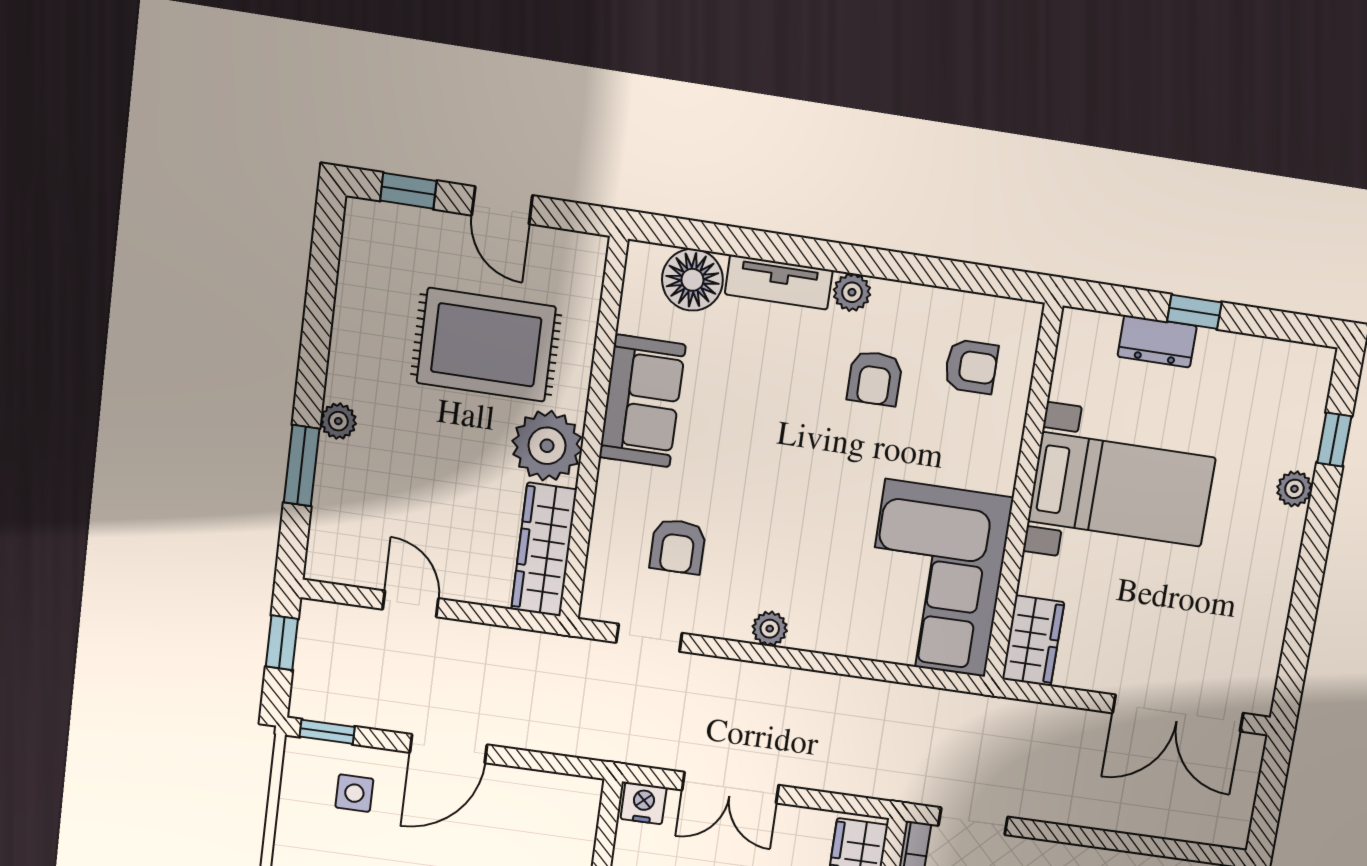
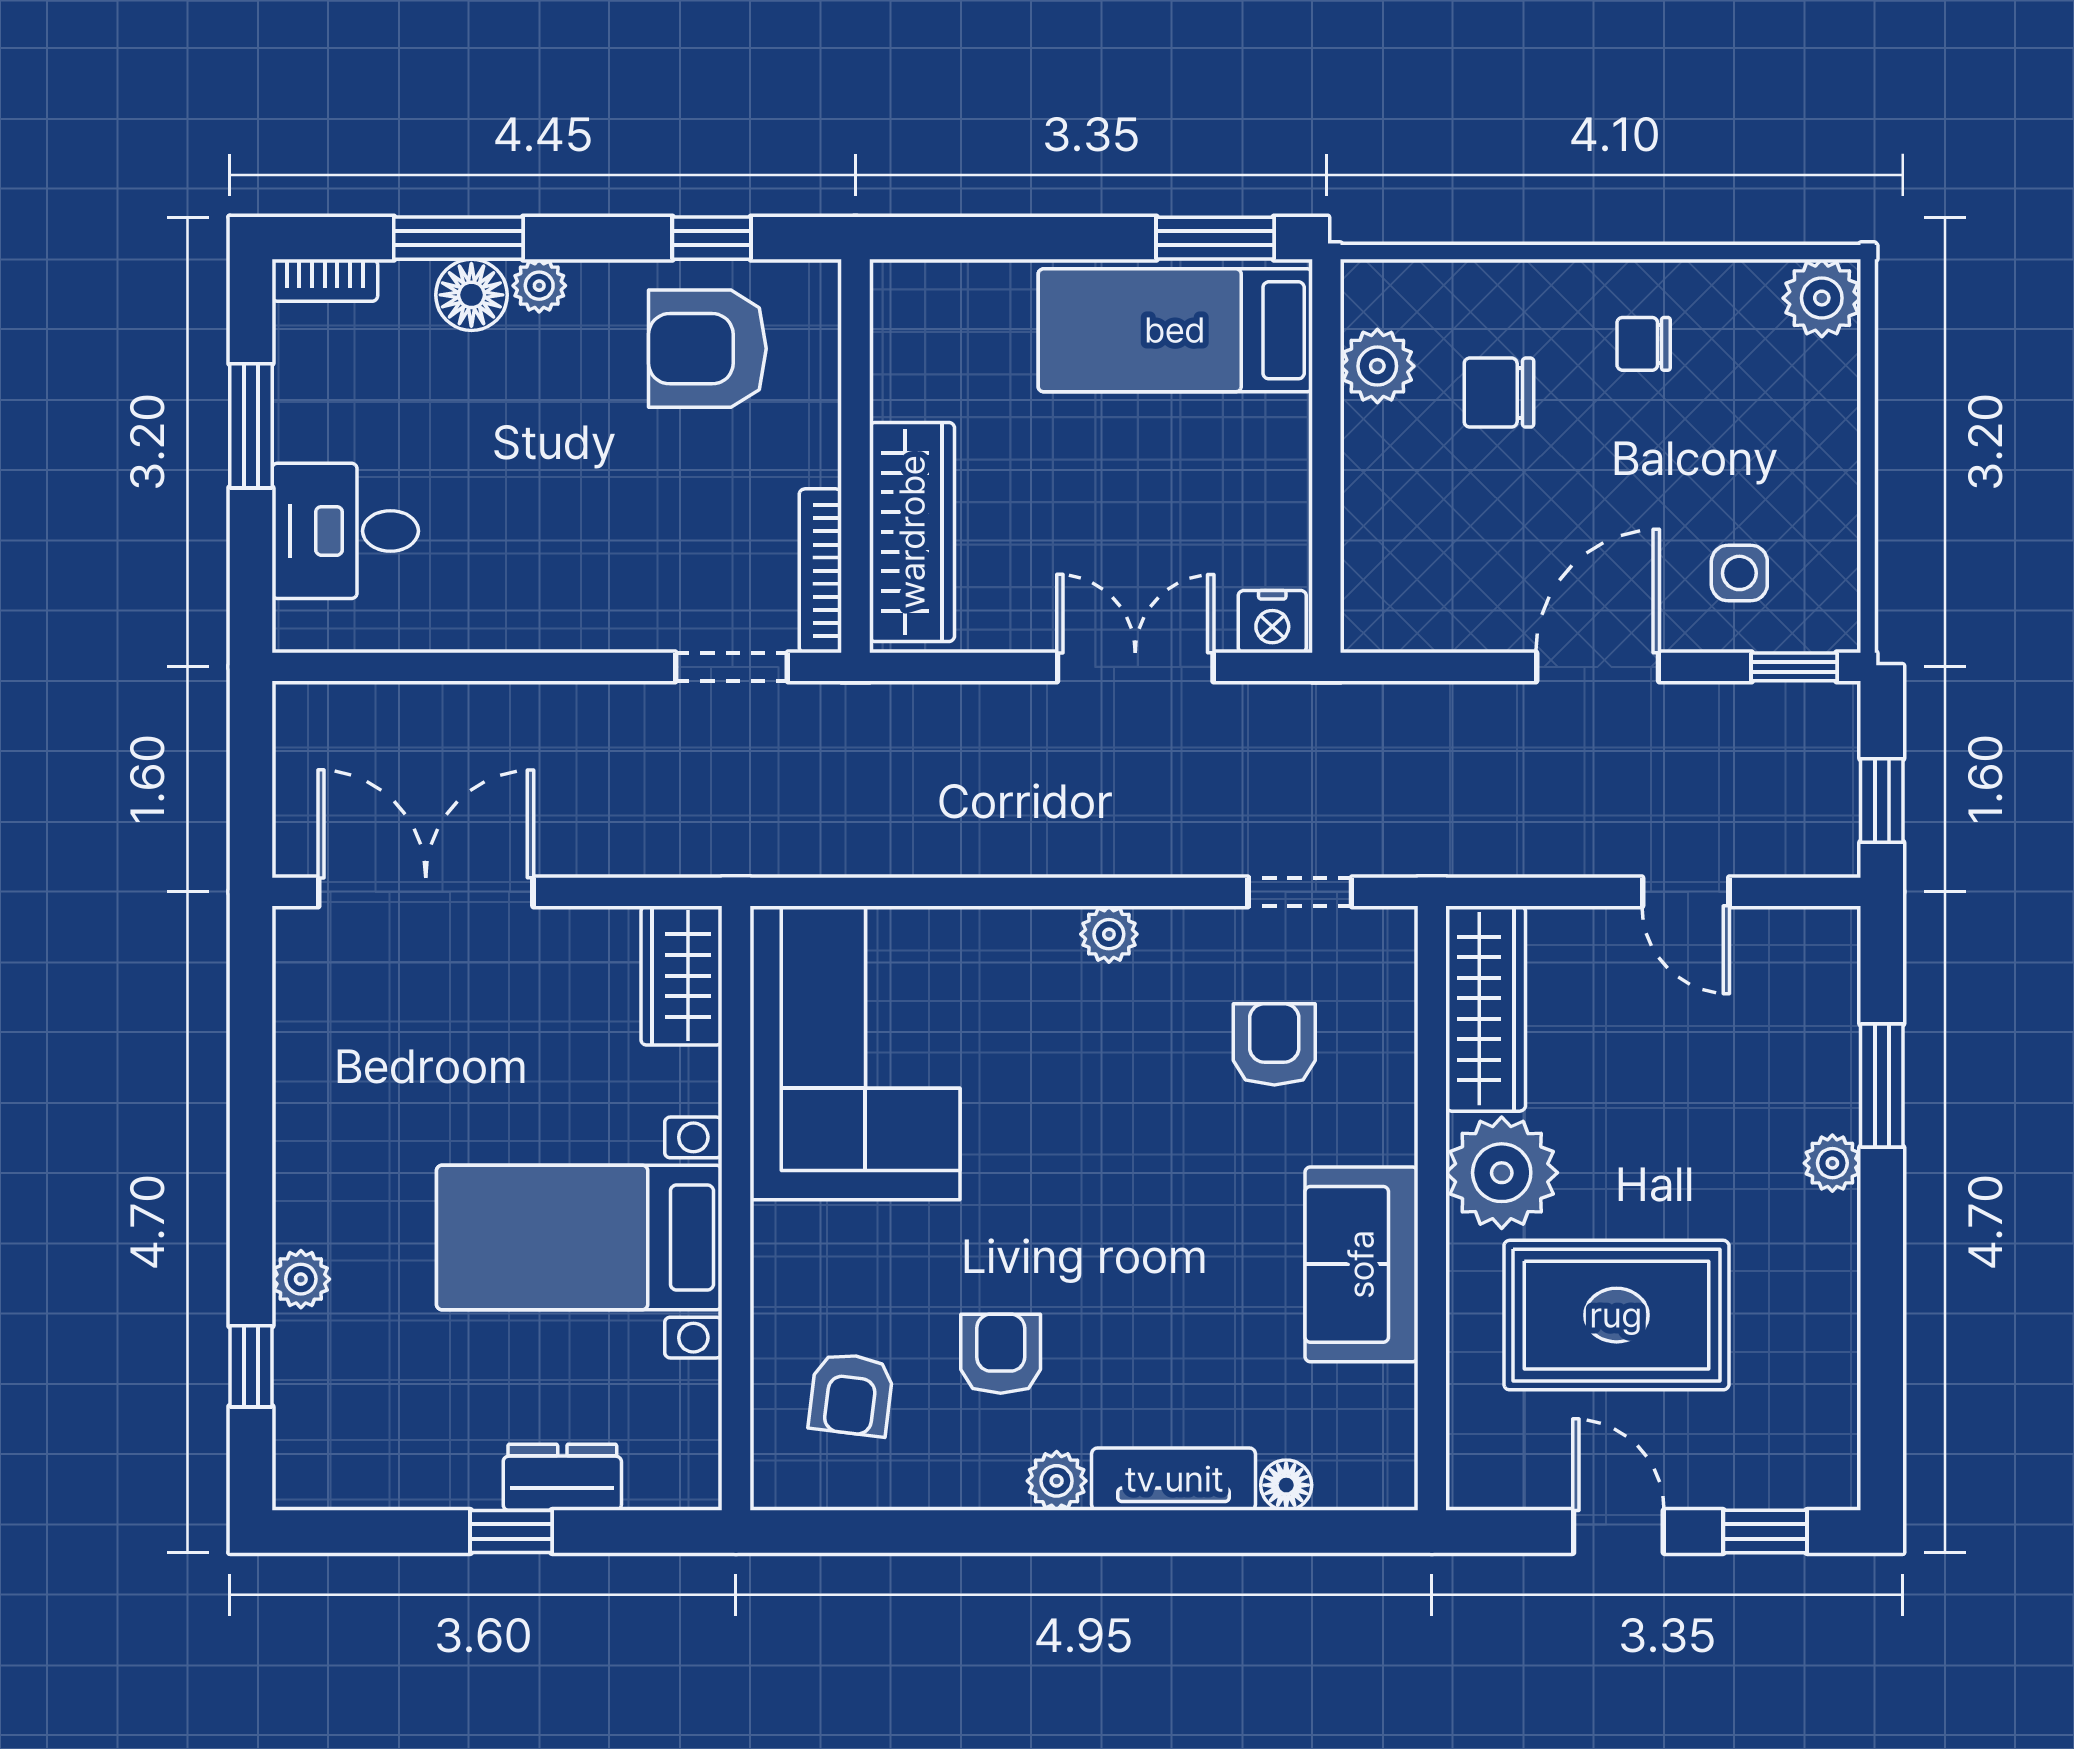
floor lamp: (692, 280) -> (1286, 1485), width x0.53, depth x0.53
armchair: (971, 367) -> (851, 1394), turned -83

